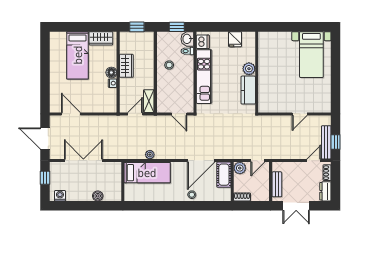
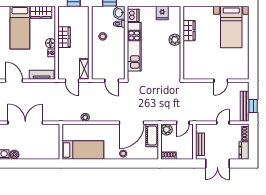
wardrobe: (265, 59) -> (189, 31), added
kitchen counter: (248, 90) -> (174, 59), removed
tv unit: (102, 107) -> (42, 75), added
door: (135, 114) -> (72, 81), swing flipped
door: (314, 161) -> (223, 123), moved
bed: (147, 173) -> (83, 150), moved
boiler: (98, 196) -> (14, 155), moved

